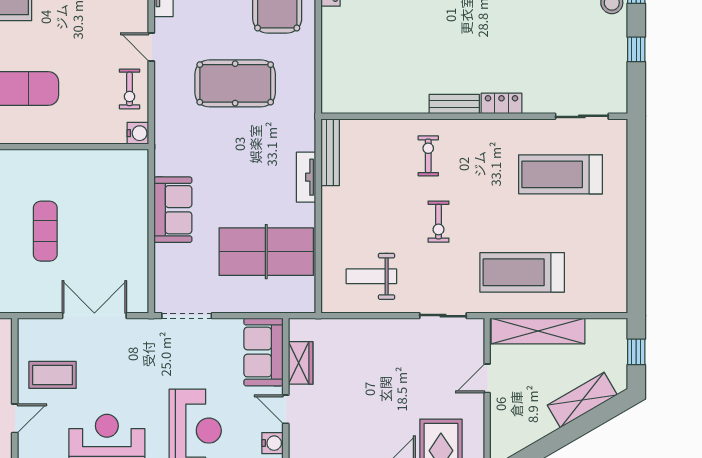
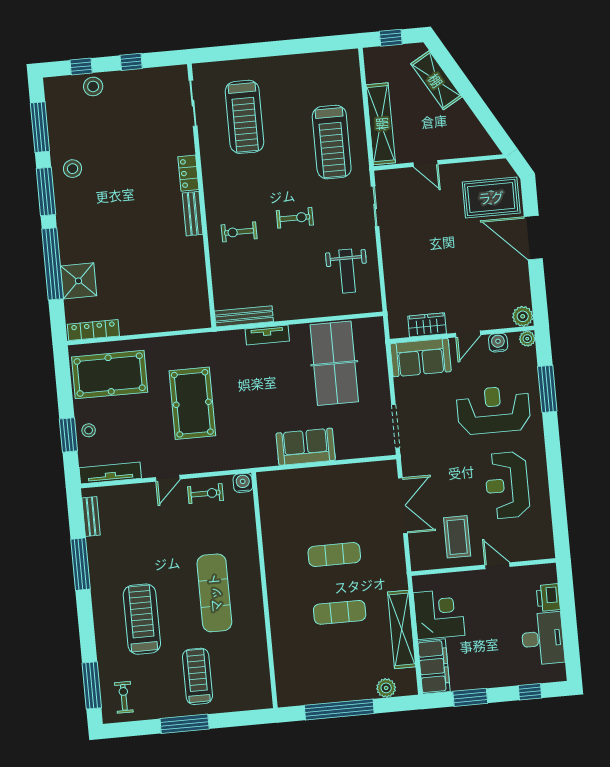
double door: (94, 316) -> (403, 506), swing flipped

